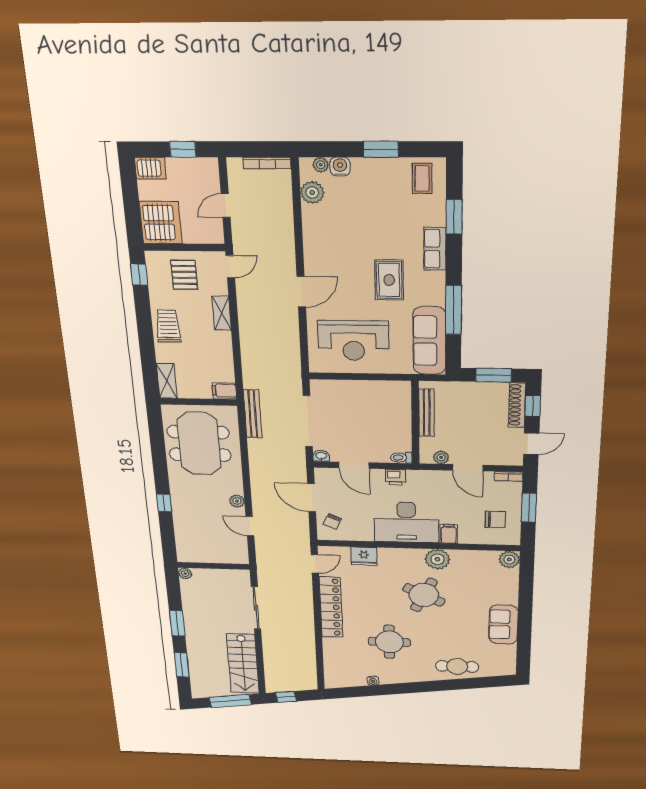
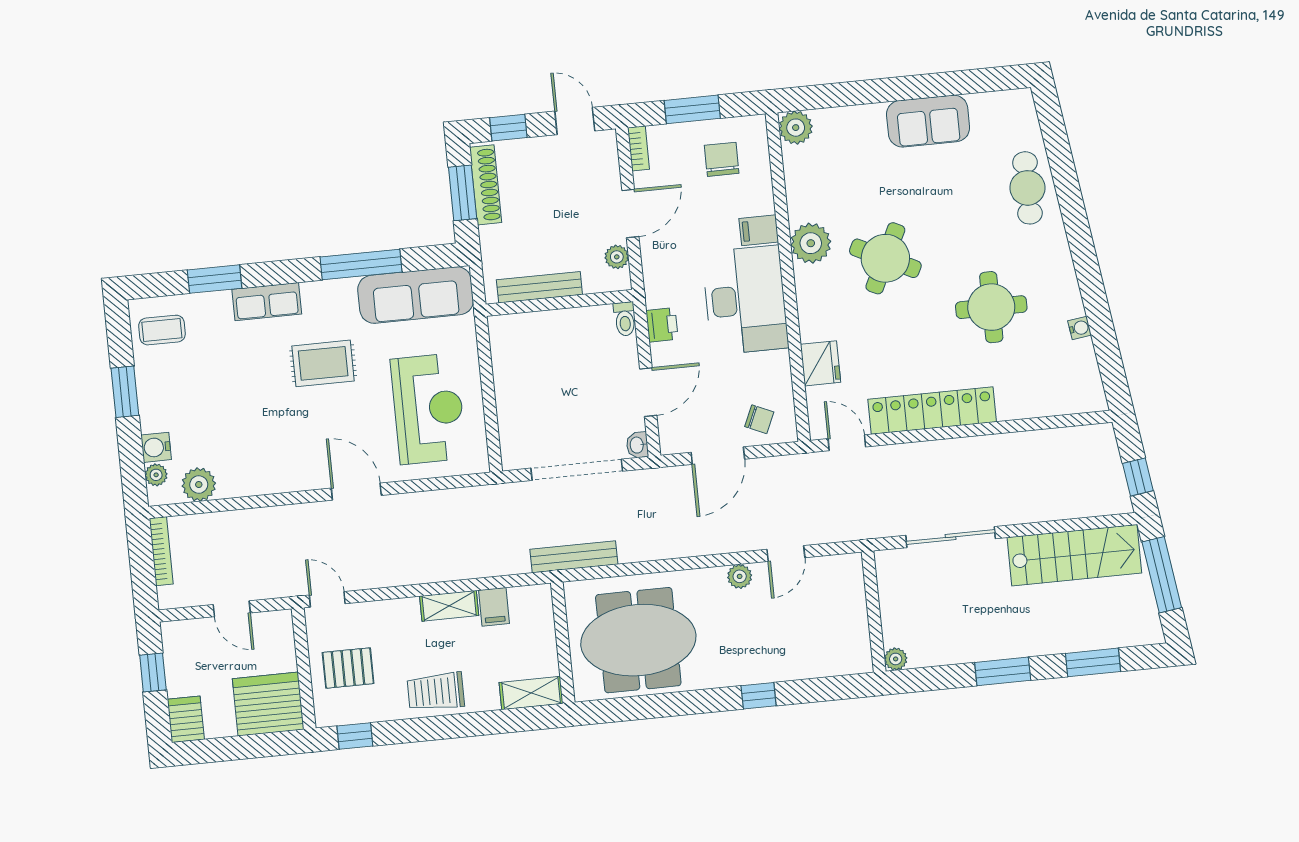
shelving: (222, 313) -> (449, 606), moved
filing cabinet: (224, 391) -> (494, 607), moved
shoe rack: (517, 405) -> (486, 185), moved, turned -90

